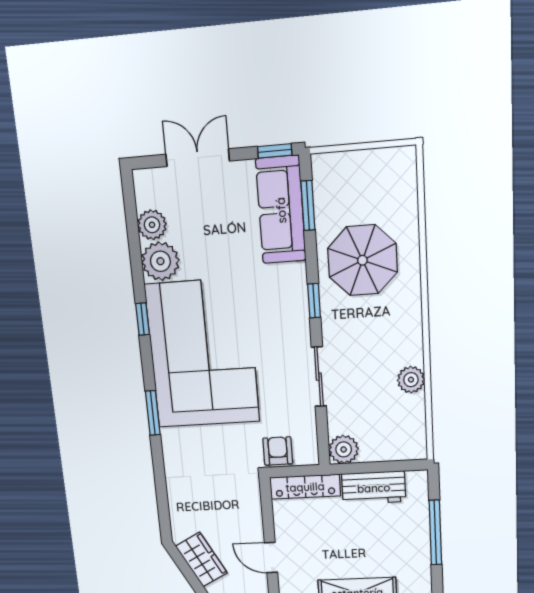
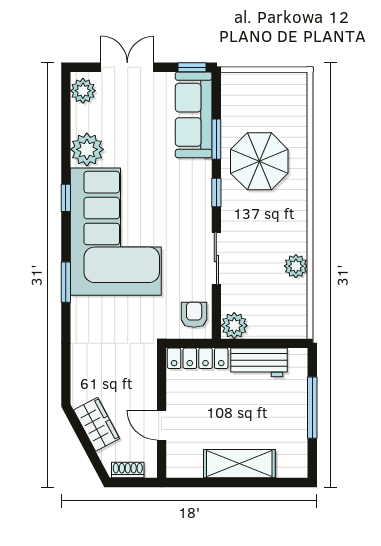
window: (308, 206) -> (216, 139), moved
plant: (152, 225) -> (83, 91), moved
armchair: (278, 451) -> (194, 315), moved

